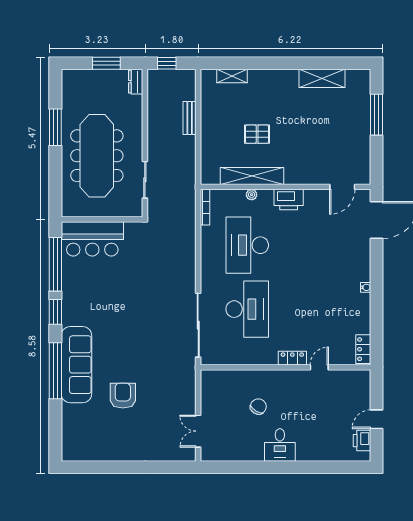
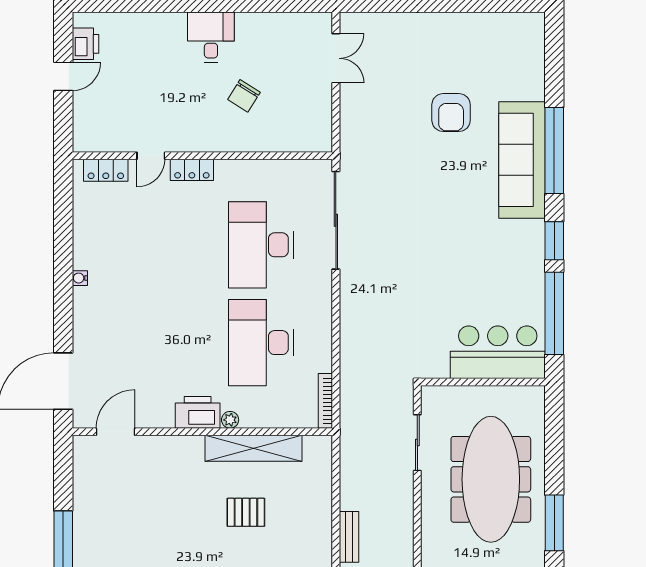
plant: (252, 195) -> (230, 420), moved
desk: (247, 245) -> (261, 343), turned 180
locker: (363, 349) -> (106, 170), moved, turned 90

